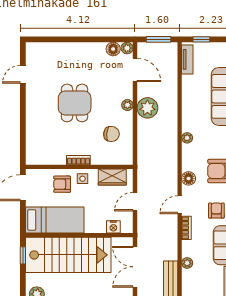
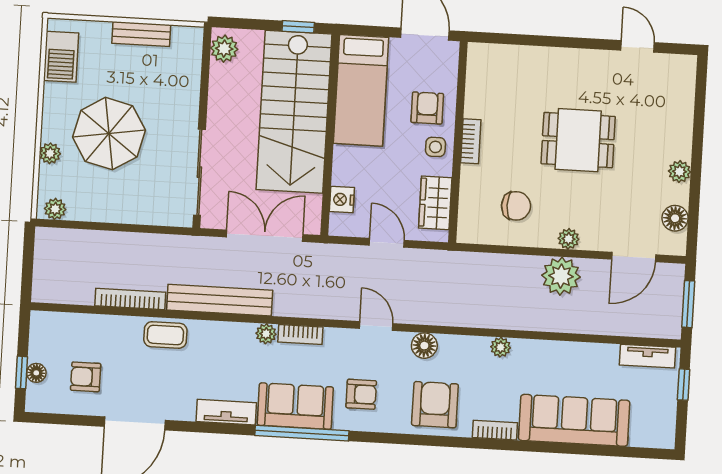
plant: (127, 48) -> (680, 172), moved
chair: (111, 134) -> (516, 206), turned -96
bookcase: (186, 228) -> (300, 334), moved

